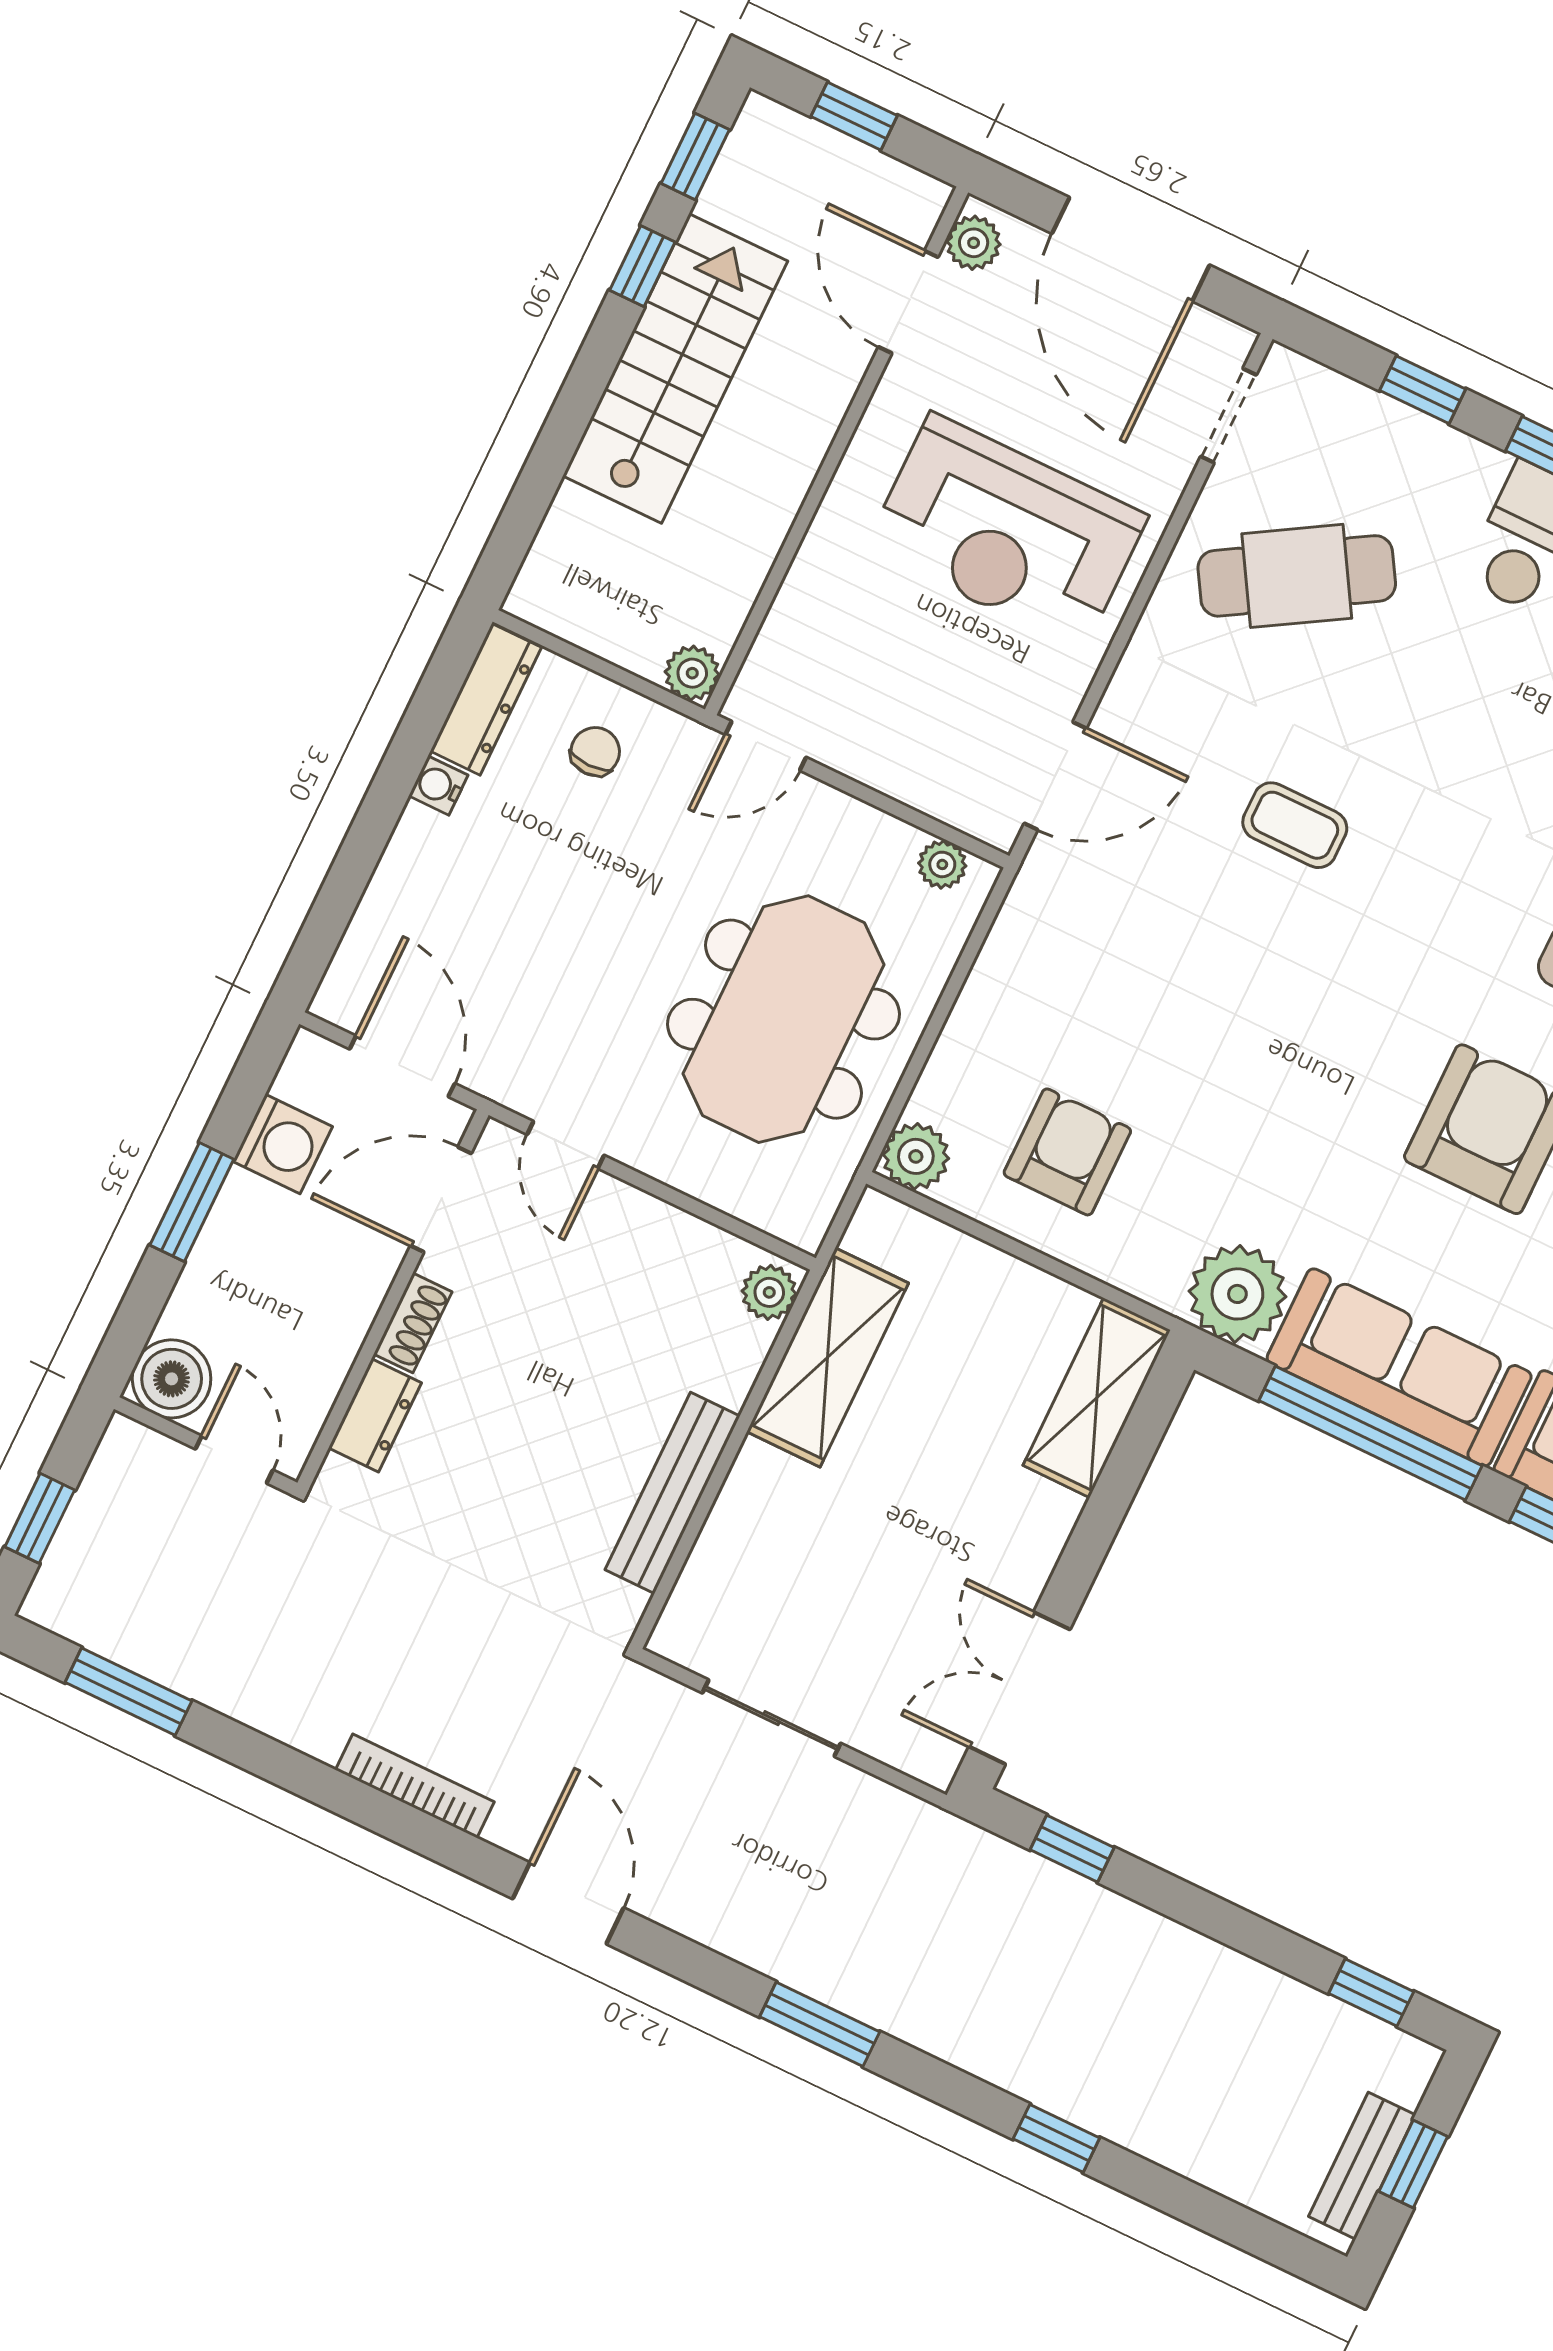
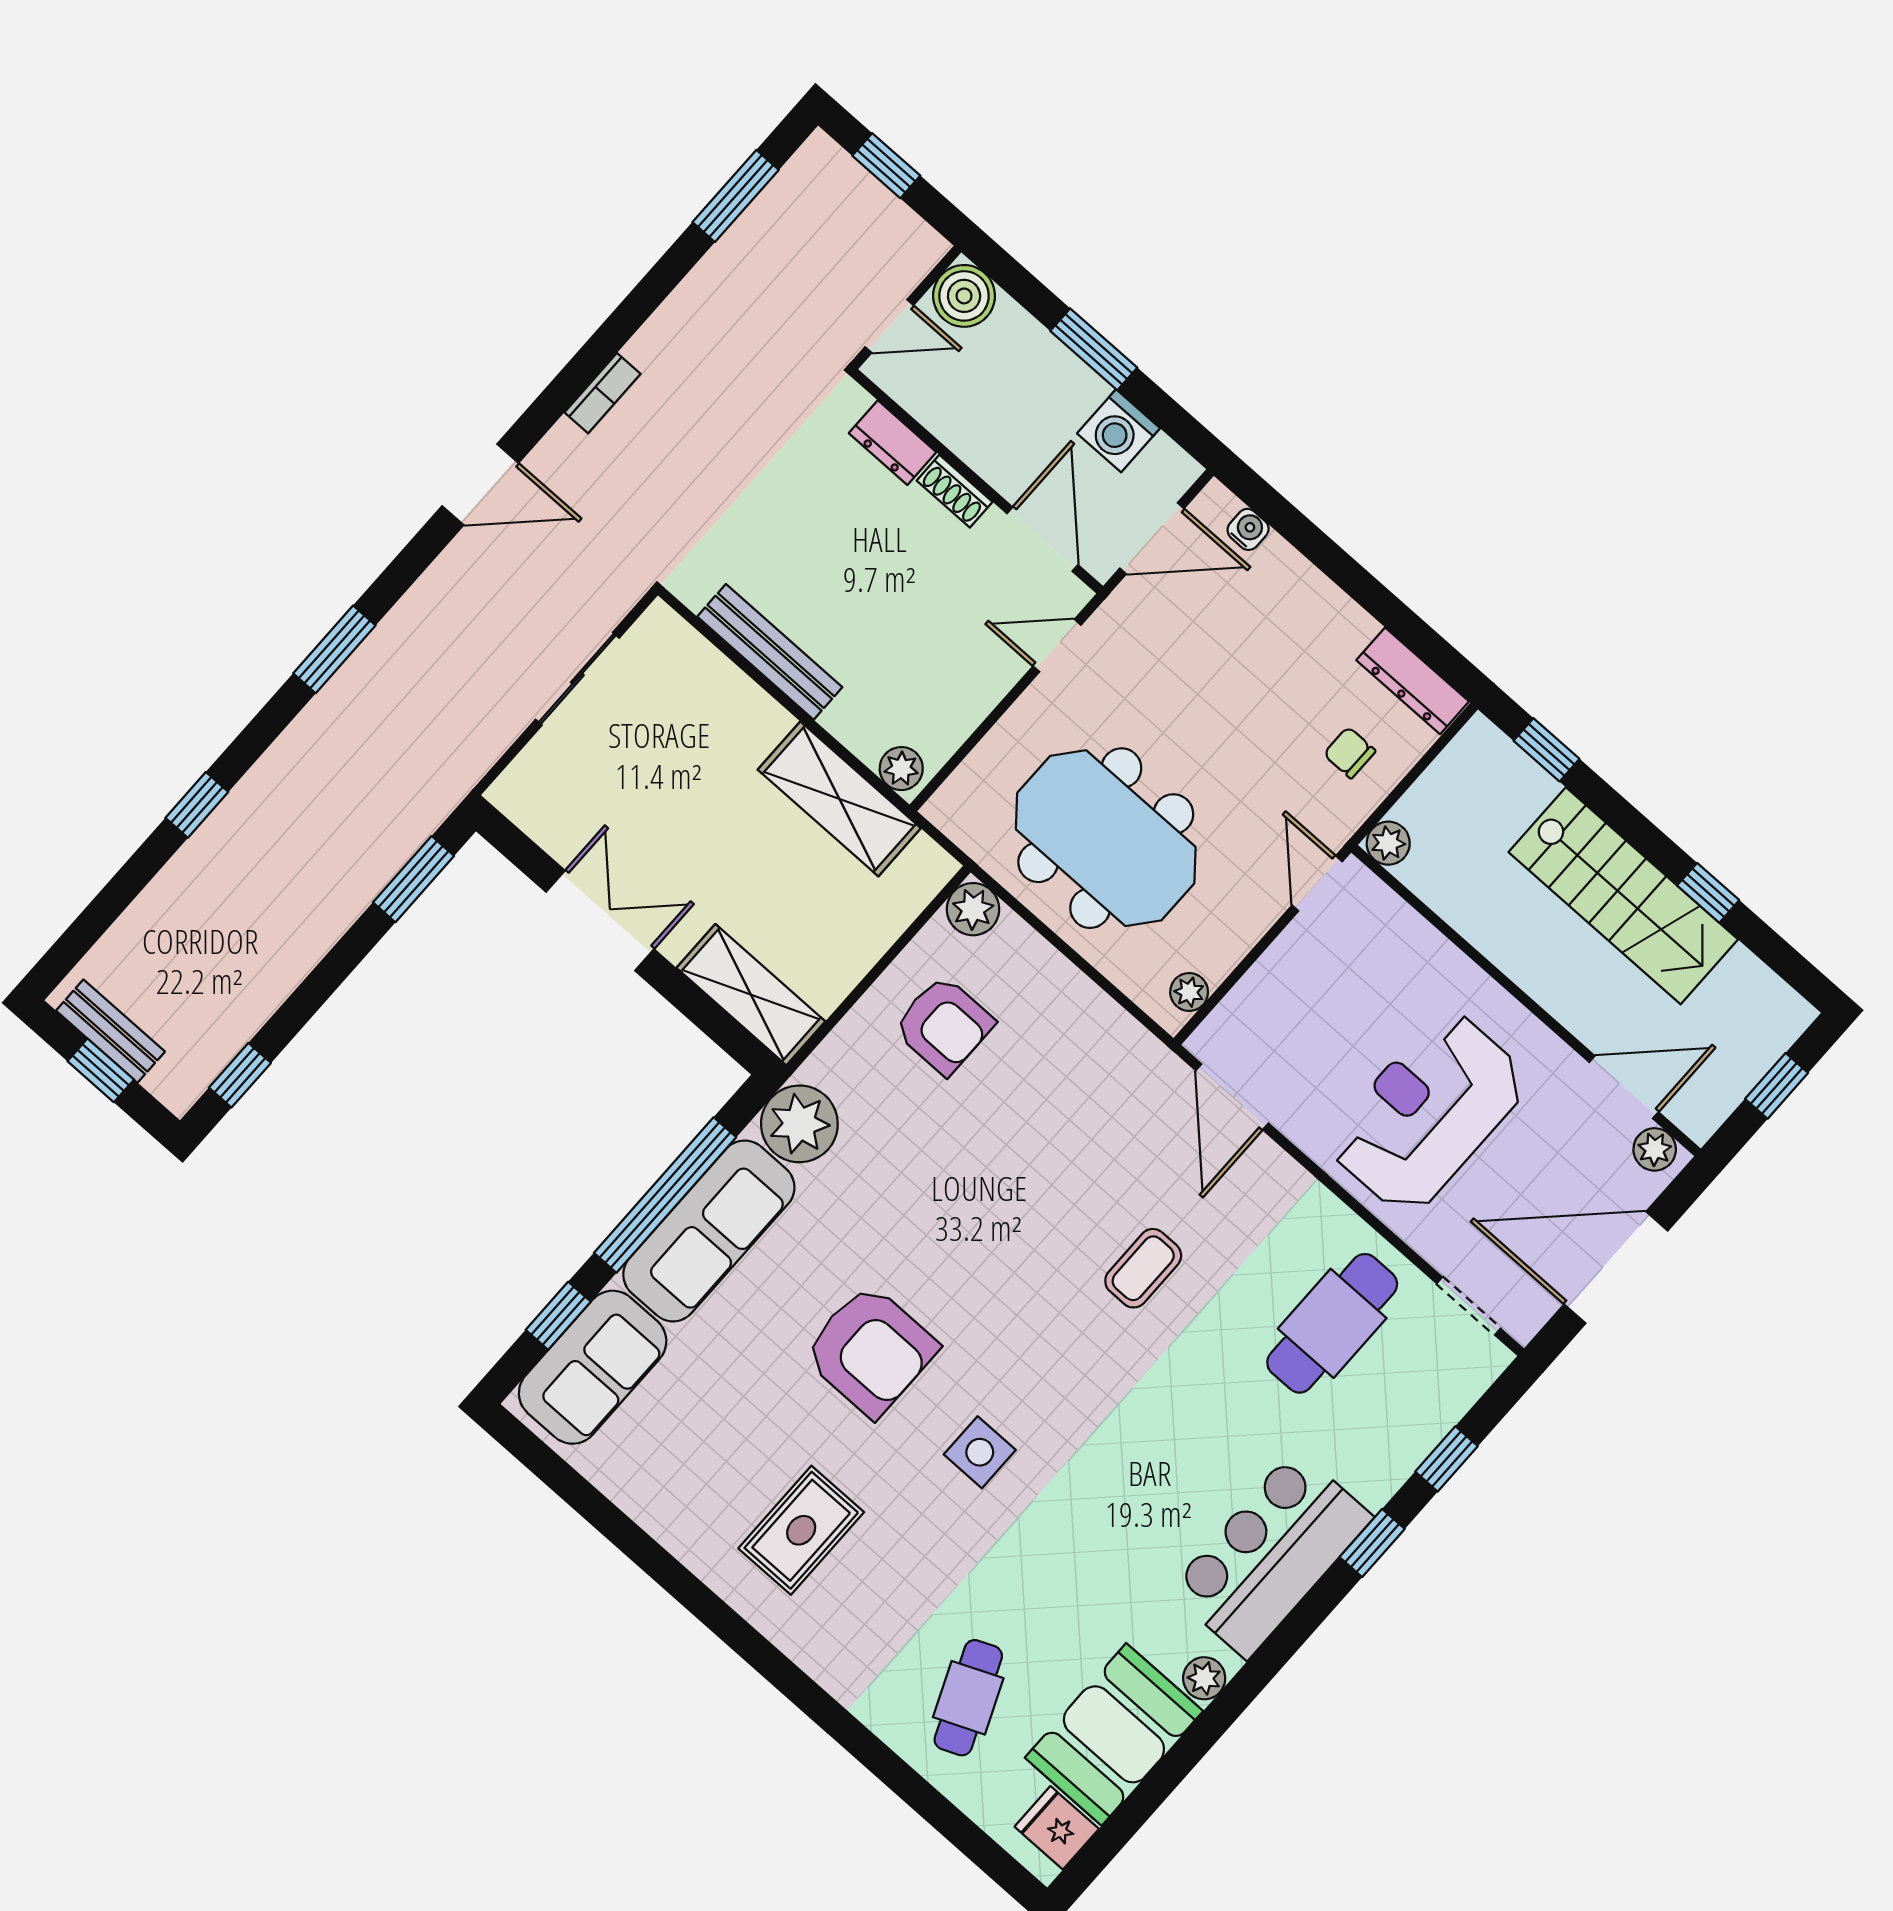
window: (695, 156) -> (1546, 750), moved
cafe table: (1297, 576) -> (1332, 1323), turned 31
chair: (595, 752) -> (1350, 753), turned 180
water cooler: (438, 786) -> (1248, 529), moved
double door: (1020, 1688) -> (600, 921), moved
bookcase: (415, 1786) -> (602, 393), width x0.64
window: (1072, 1849) -> (414, 879), width x1.50

